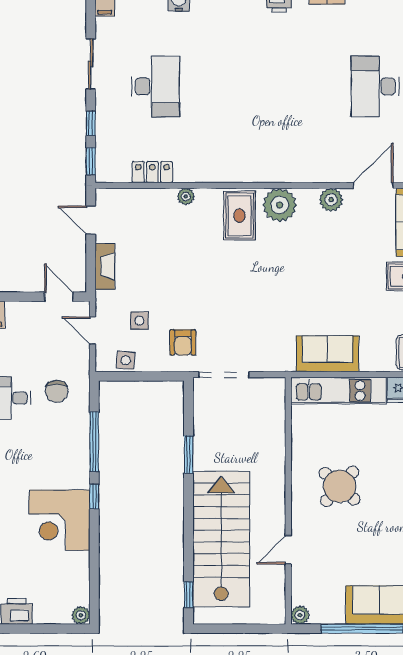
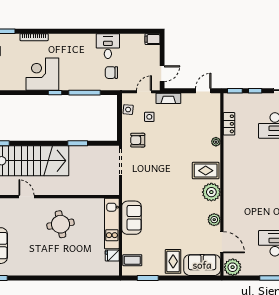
fireplace: (105, 266) -> (168, 98), moved
round table: (340, 486) -> (61, 224), turned 38

